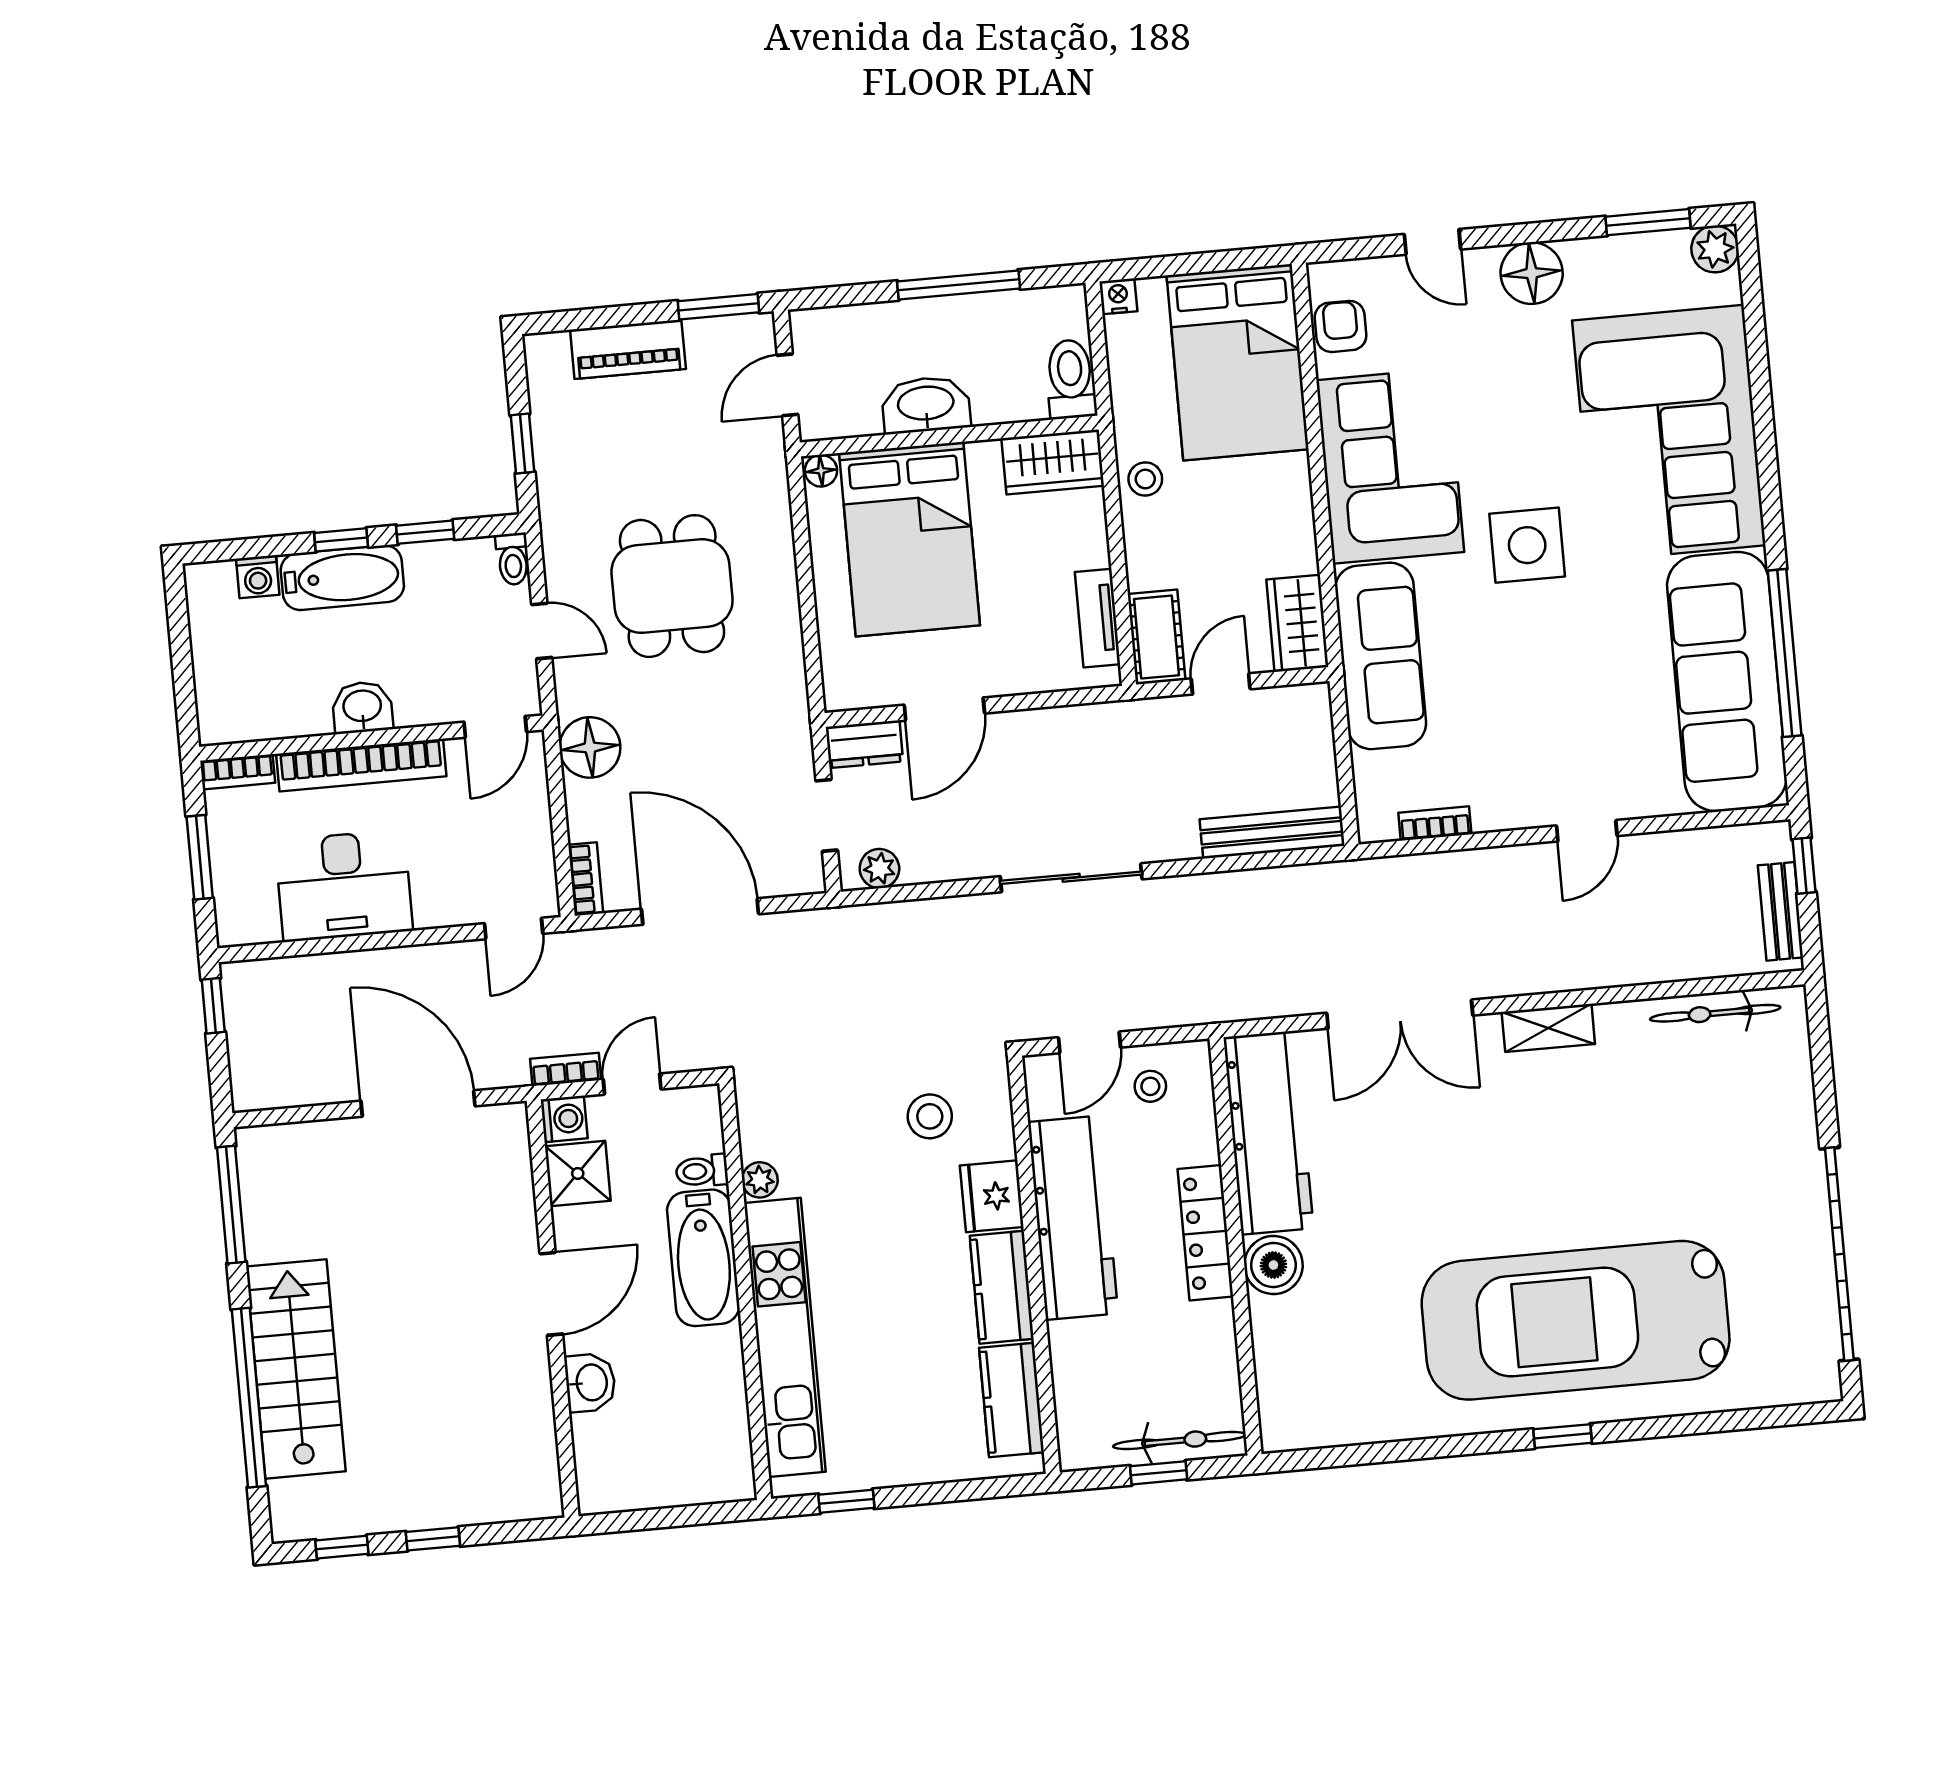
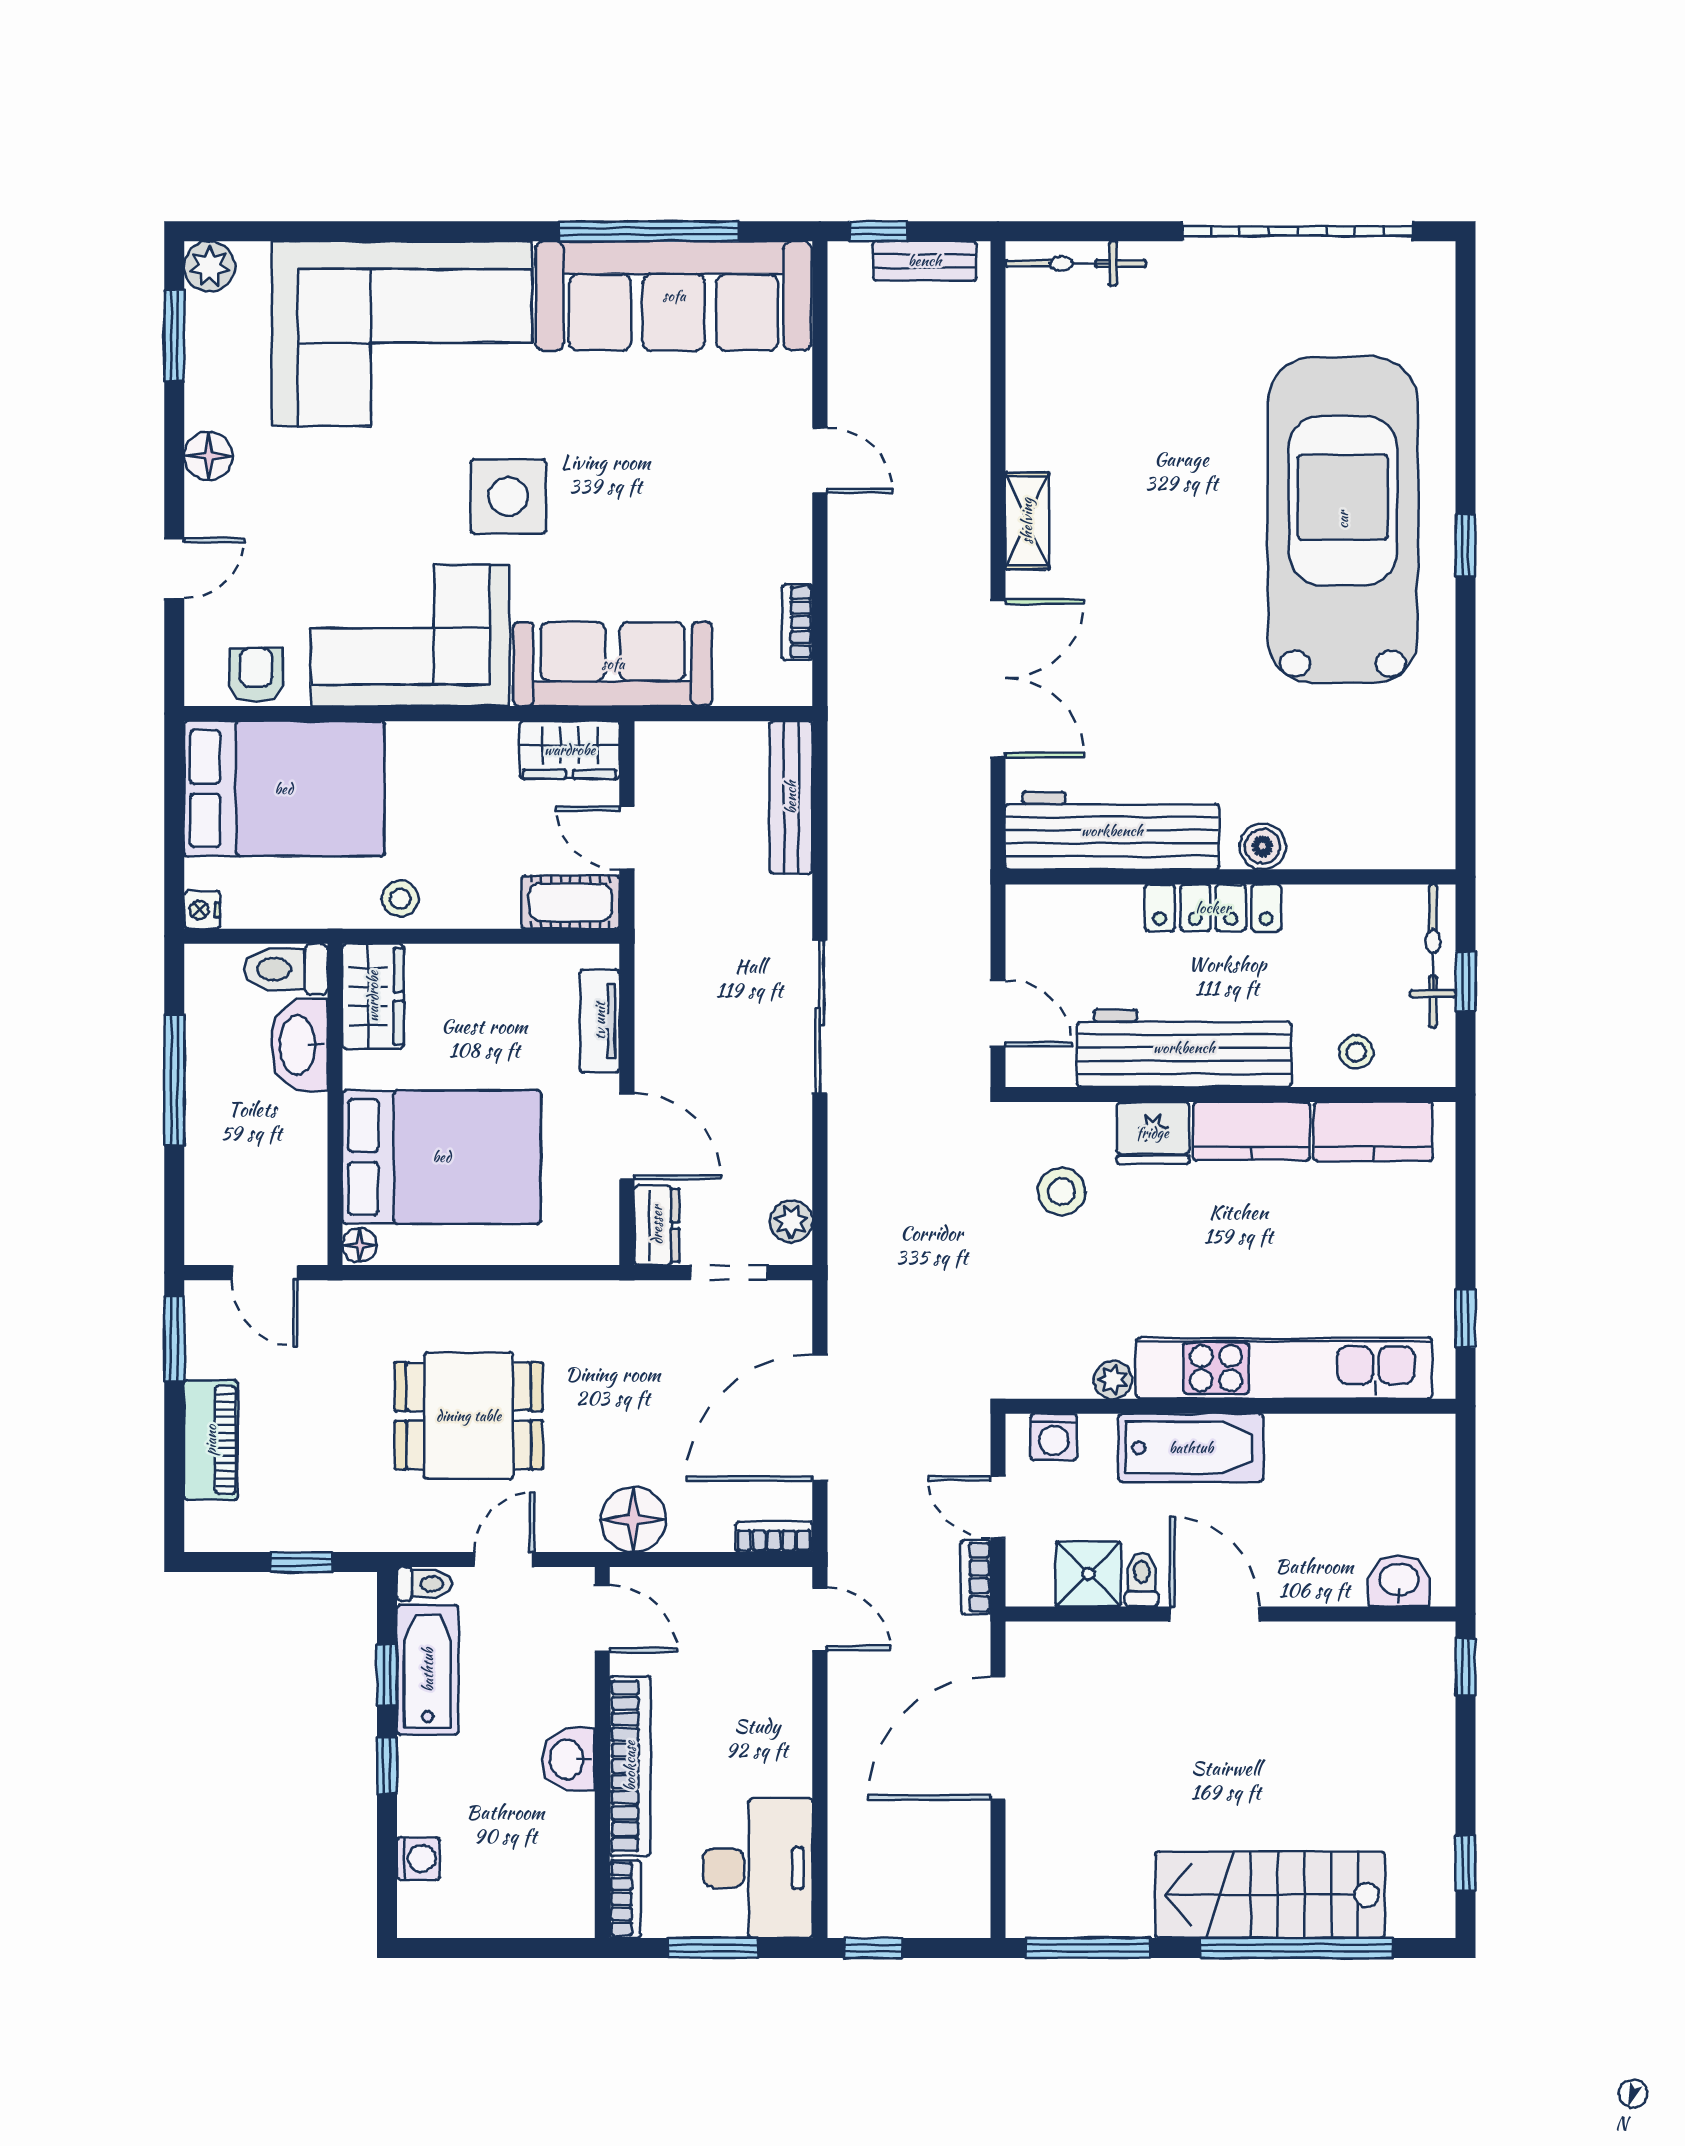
floor lamp: (1532, 273) -> (208, 456), width x0.73, depth x0.73
armchair: (1341, 326) -> (256, 675), turned 90
washbasin: (926, 405) -> (299, 1045), moved
bathtub: (342, 578) -> (428, 1670), moved
tv unit: (1098, 618) -> (600, 1021), moved, turned 90
desk: (344, 886) -> (758, 1868), moved
bicycle: (1715, 1013) -> (1076, 263), moved, turned 90
stool: (1150, 1086) -> (1356, 1052), moved
washing machine: (564, 1119) -> (1054, 1437), moved, turned 180
toilet: (702, 1171) -> (1142, 1579), moved, turned 180
boiler: (1273, 1265) -> (1263, 846), width x0.73, depth x0.73
car: (1576, 1320) -> (1343, 520), turned 180
washbasin: (590, 1383) -> (1399, 1581), moved
window: (433, 1539) -> (1465, 1667), moved

